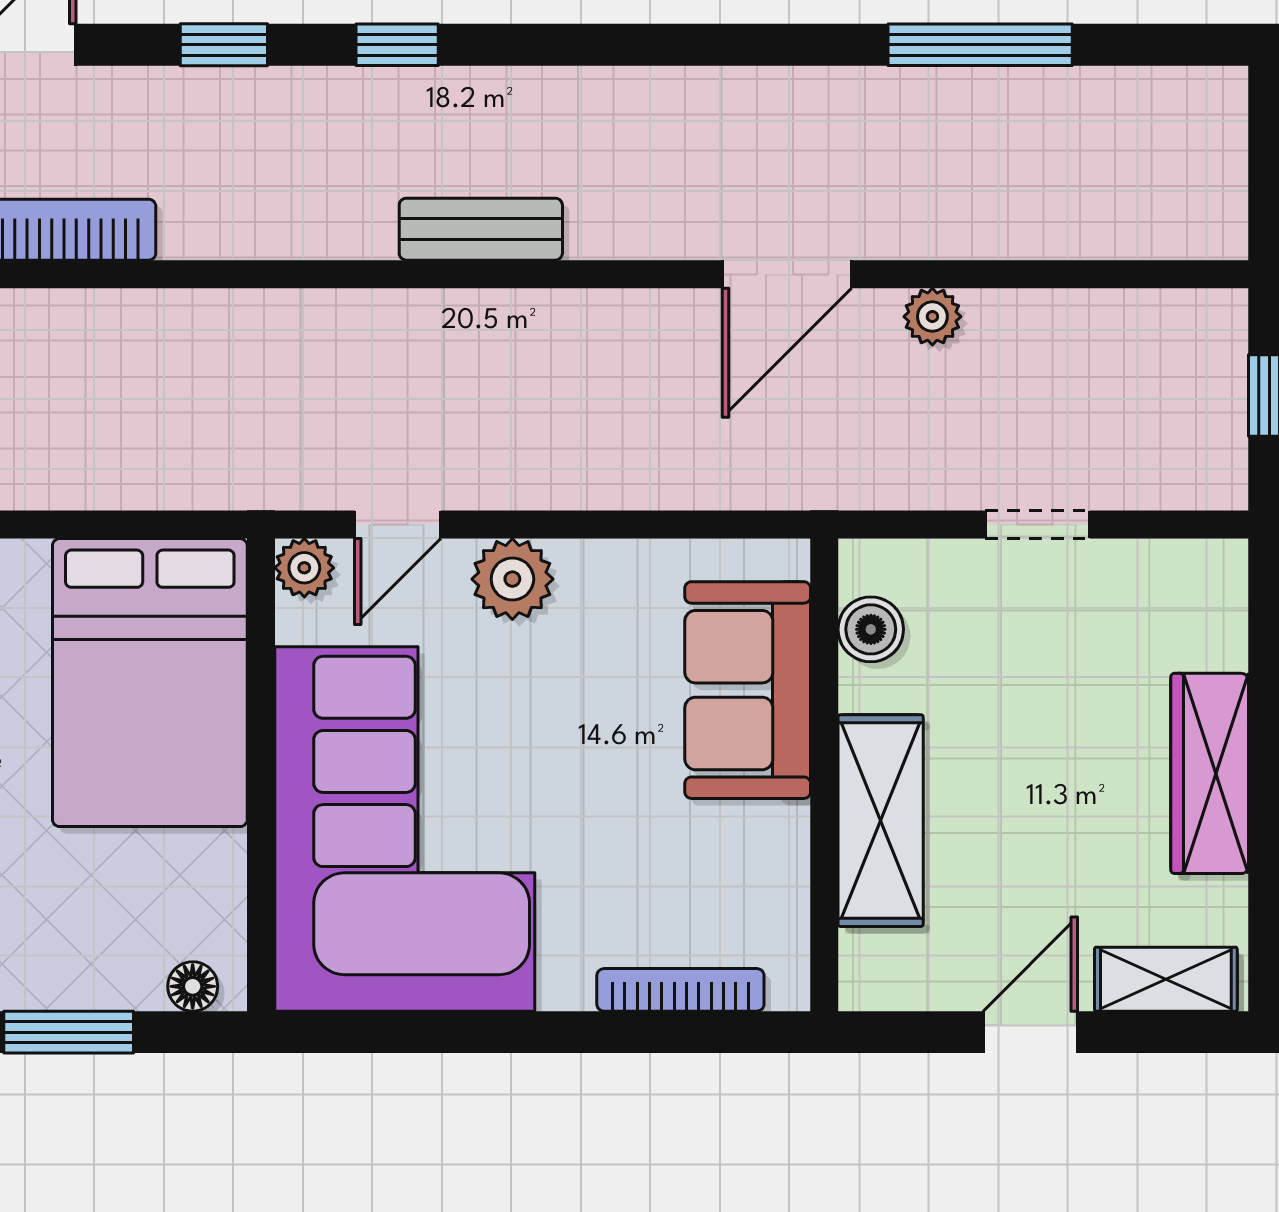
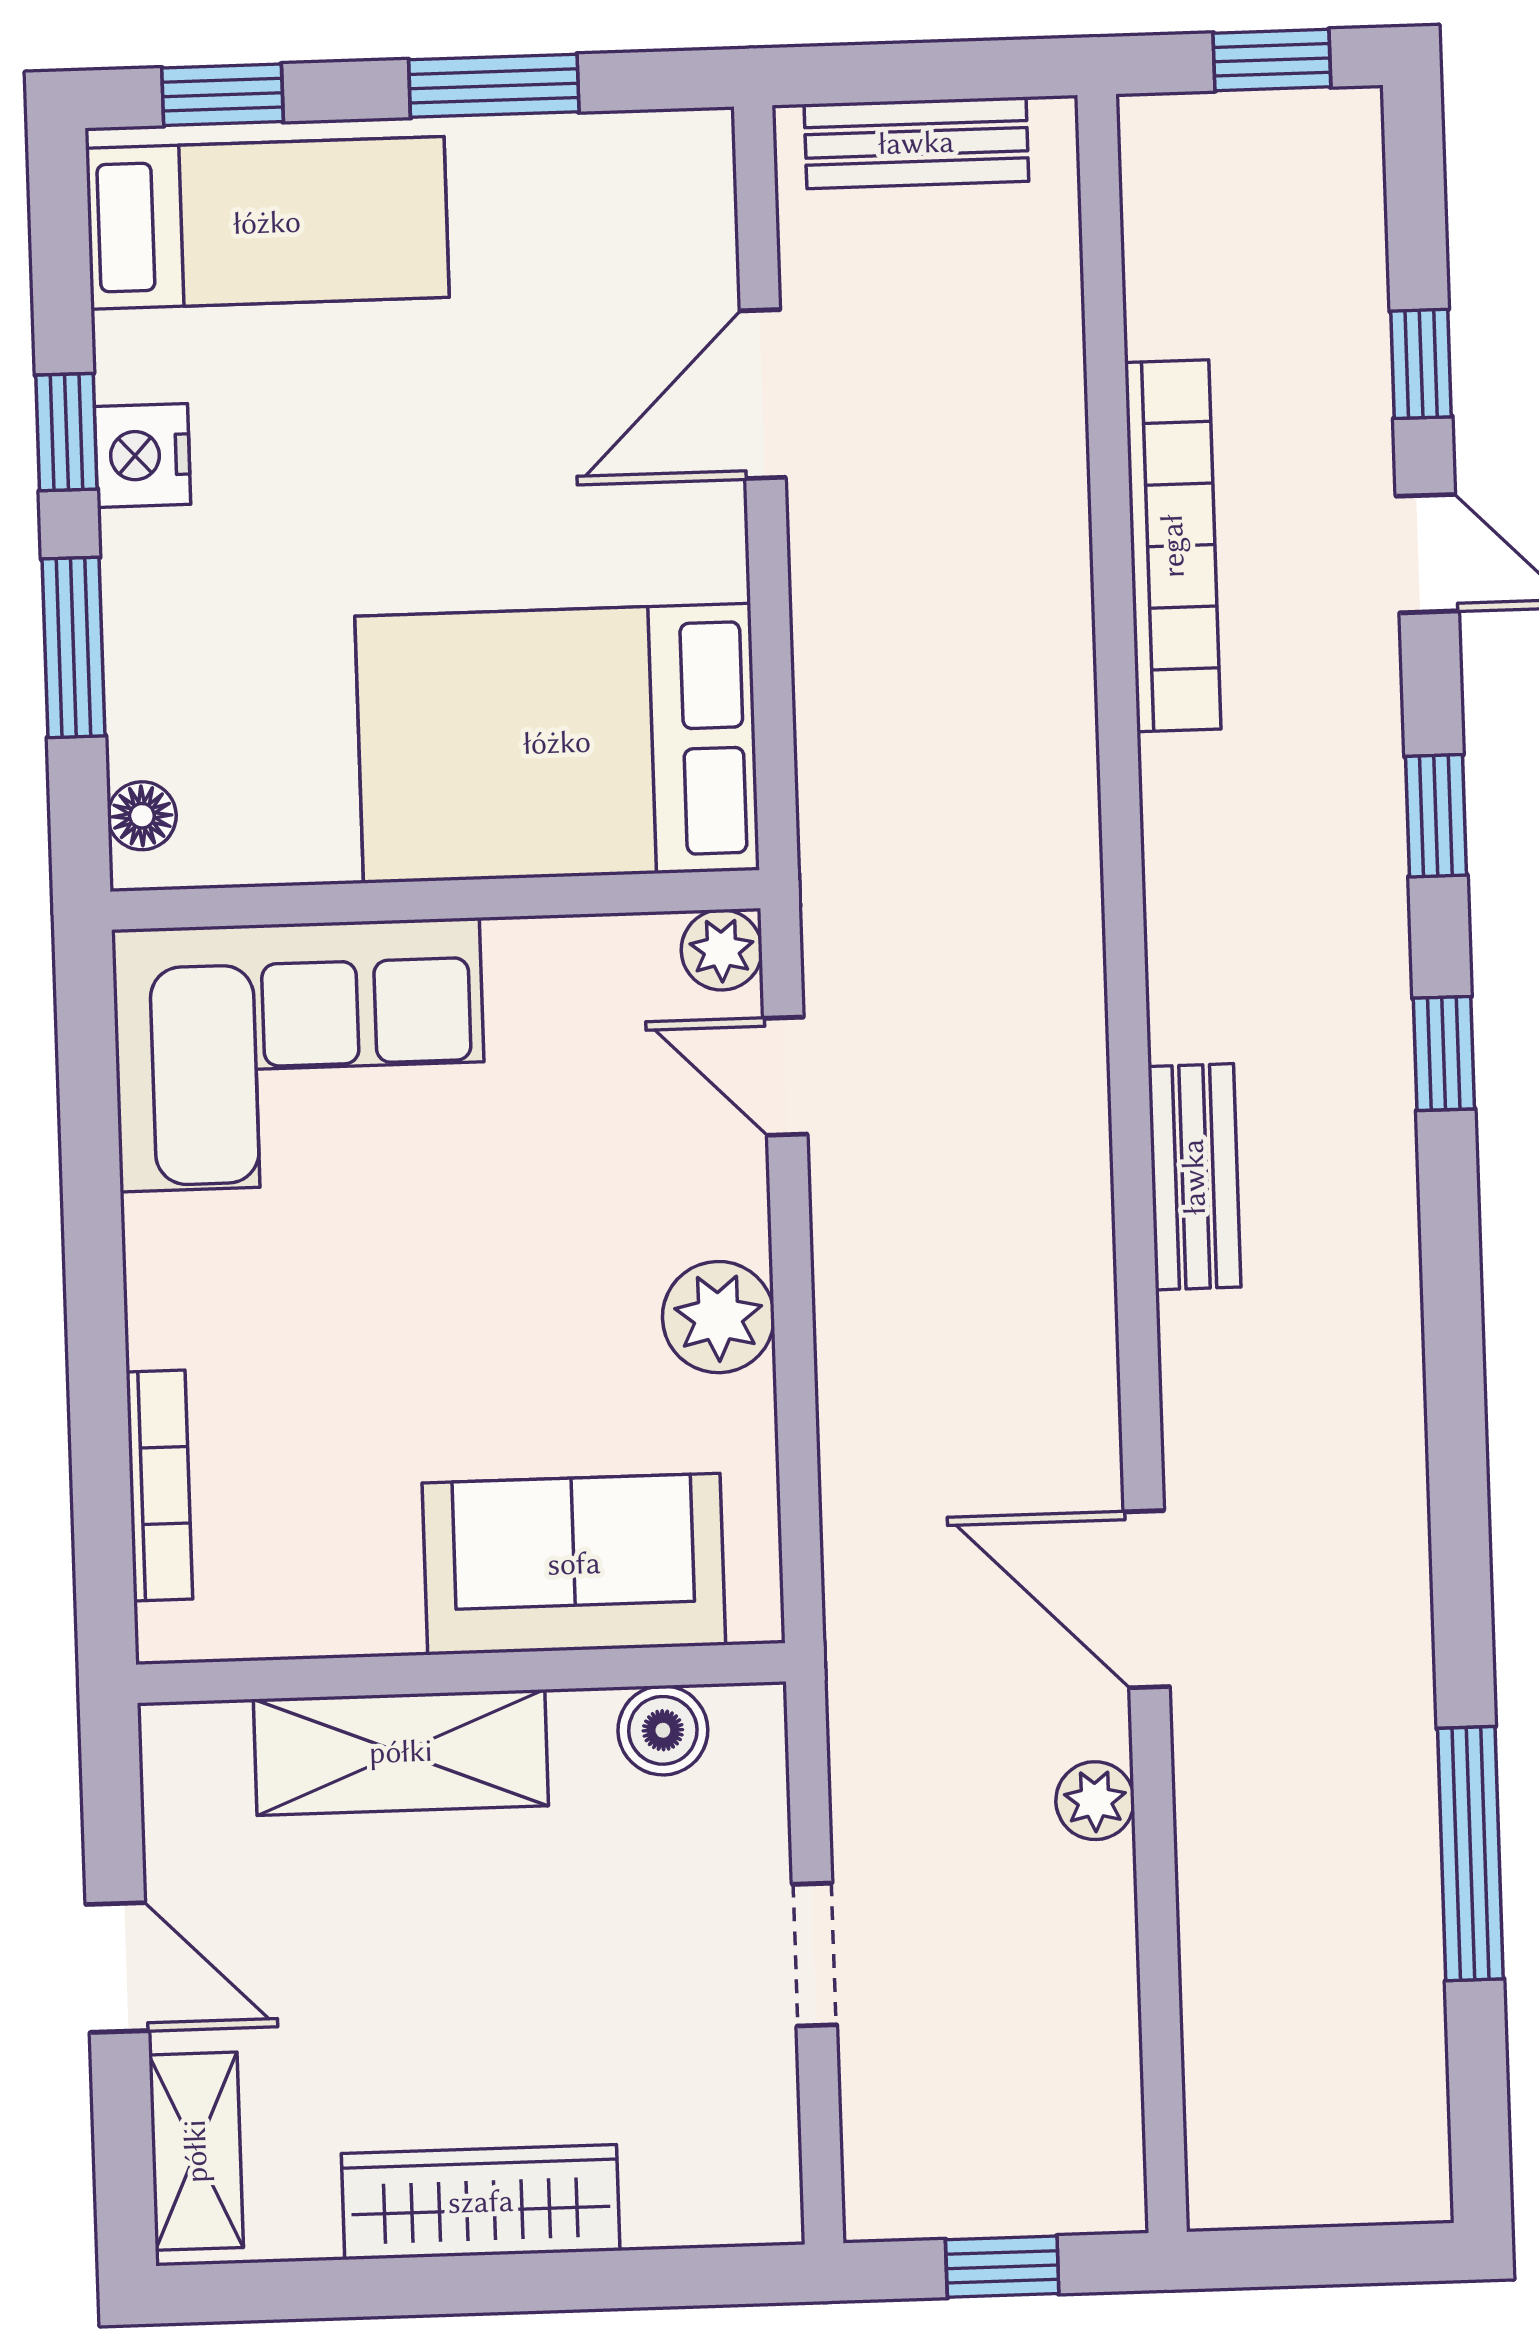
plant: (512, 579) -> (718, 1317), moved
corner sofa: (405, 829) -> (300, 1055), width x0.73, depth x0.74

